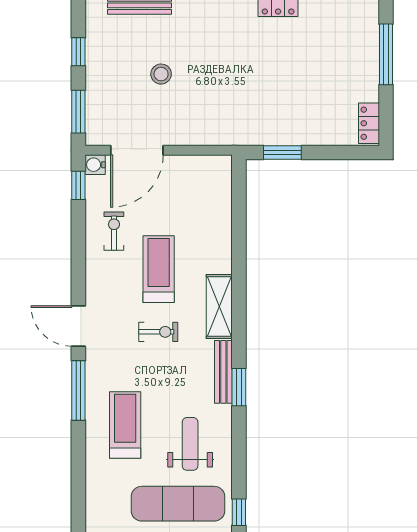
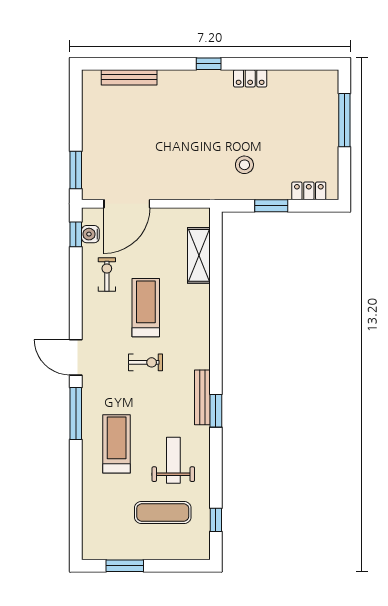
window: (78, 52) -> (76, 118), removed
stool: (161, 74) -> (244, 165), moved
locker: (369, 123) -> (309, 191), moved, turned 90
window: (282, 152) -> (271, 206), moved
water cooler: (95, 165) -> (90, 234), moved
shelving: (219, 306) -> (199, 255), moved
exercise mat: (178, 504) -> (163, 512), width x0.73, depth x0.69

